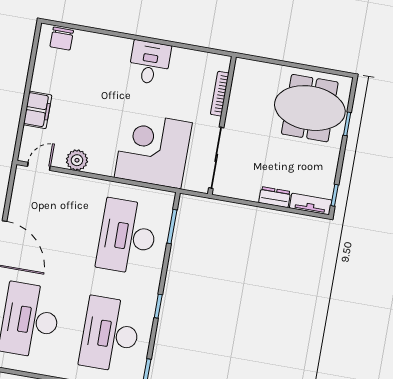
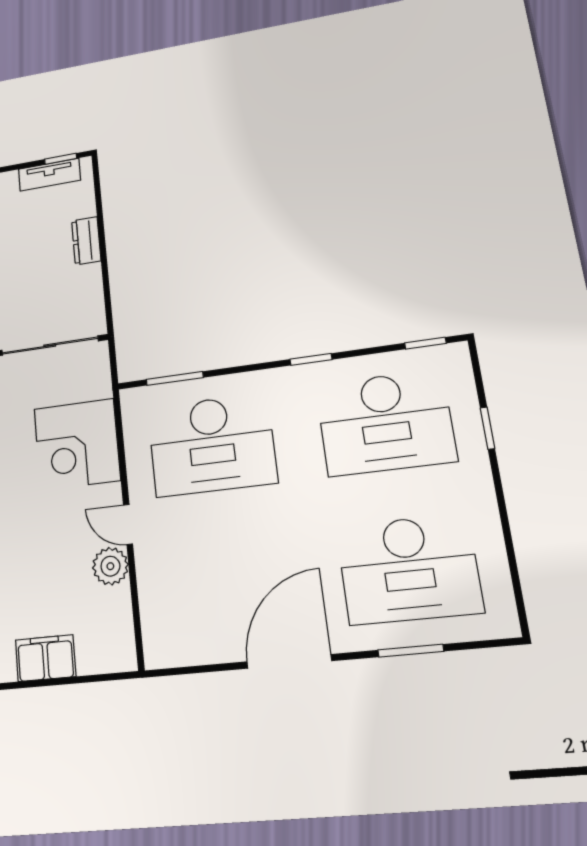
corner desk: (153, 150) -> (77, 444), width x0.74, depth x0.74
door: (39, 166) -> (128, 524), moved
tv unit: (311, 204) -> (49, 175), moved, turned -90

